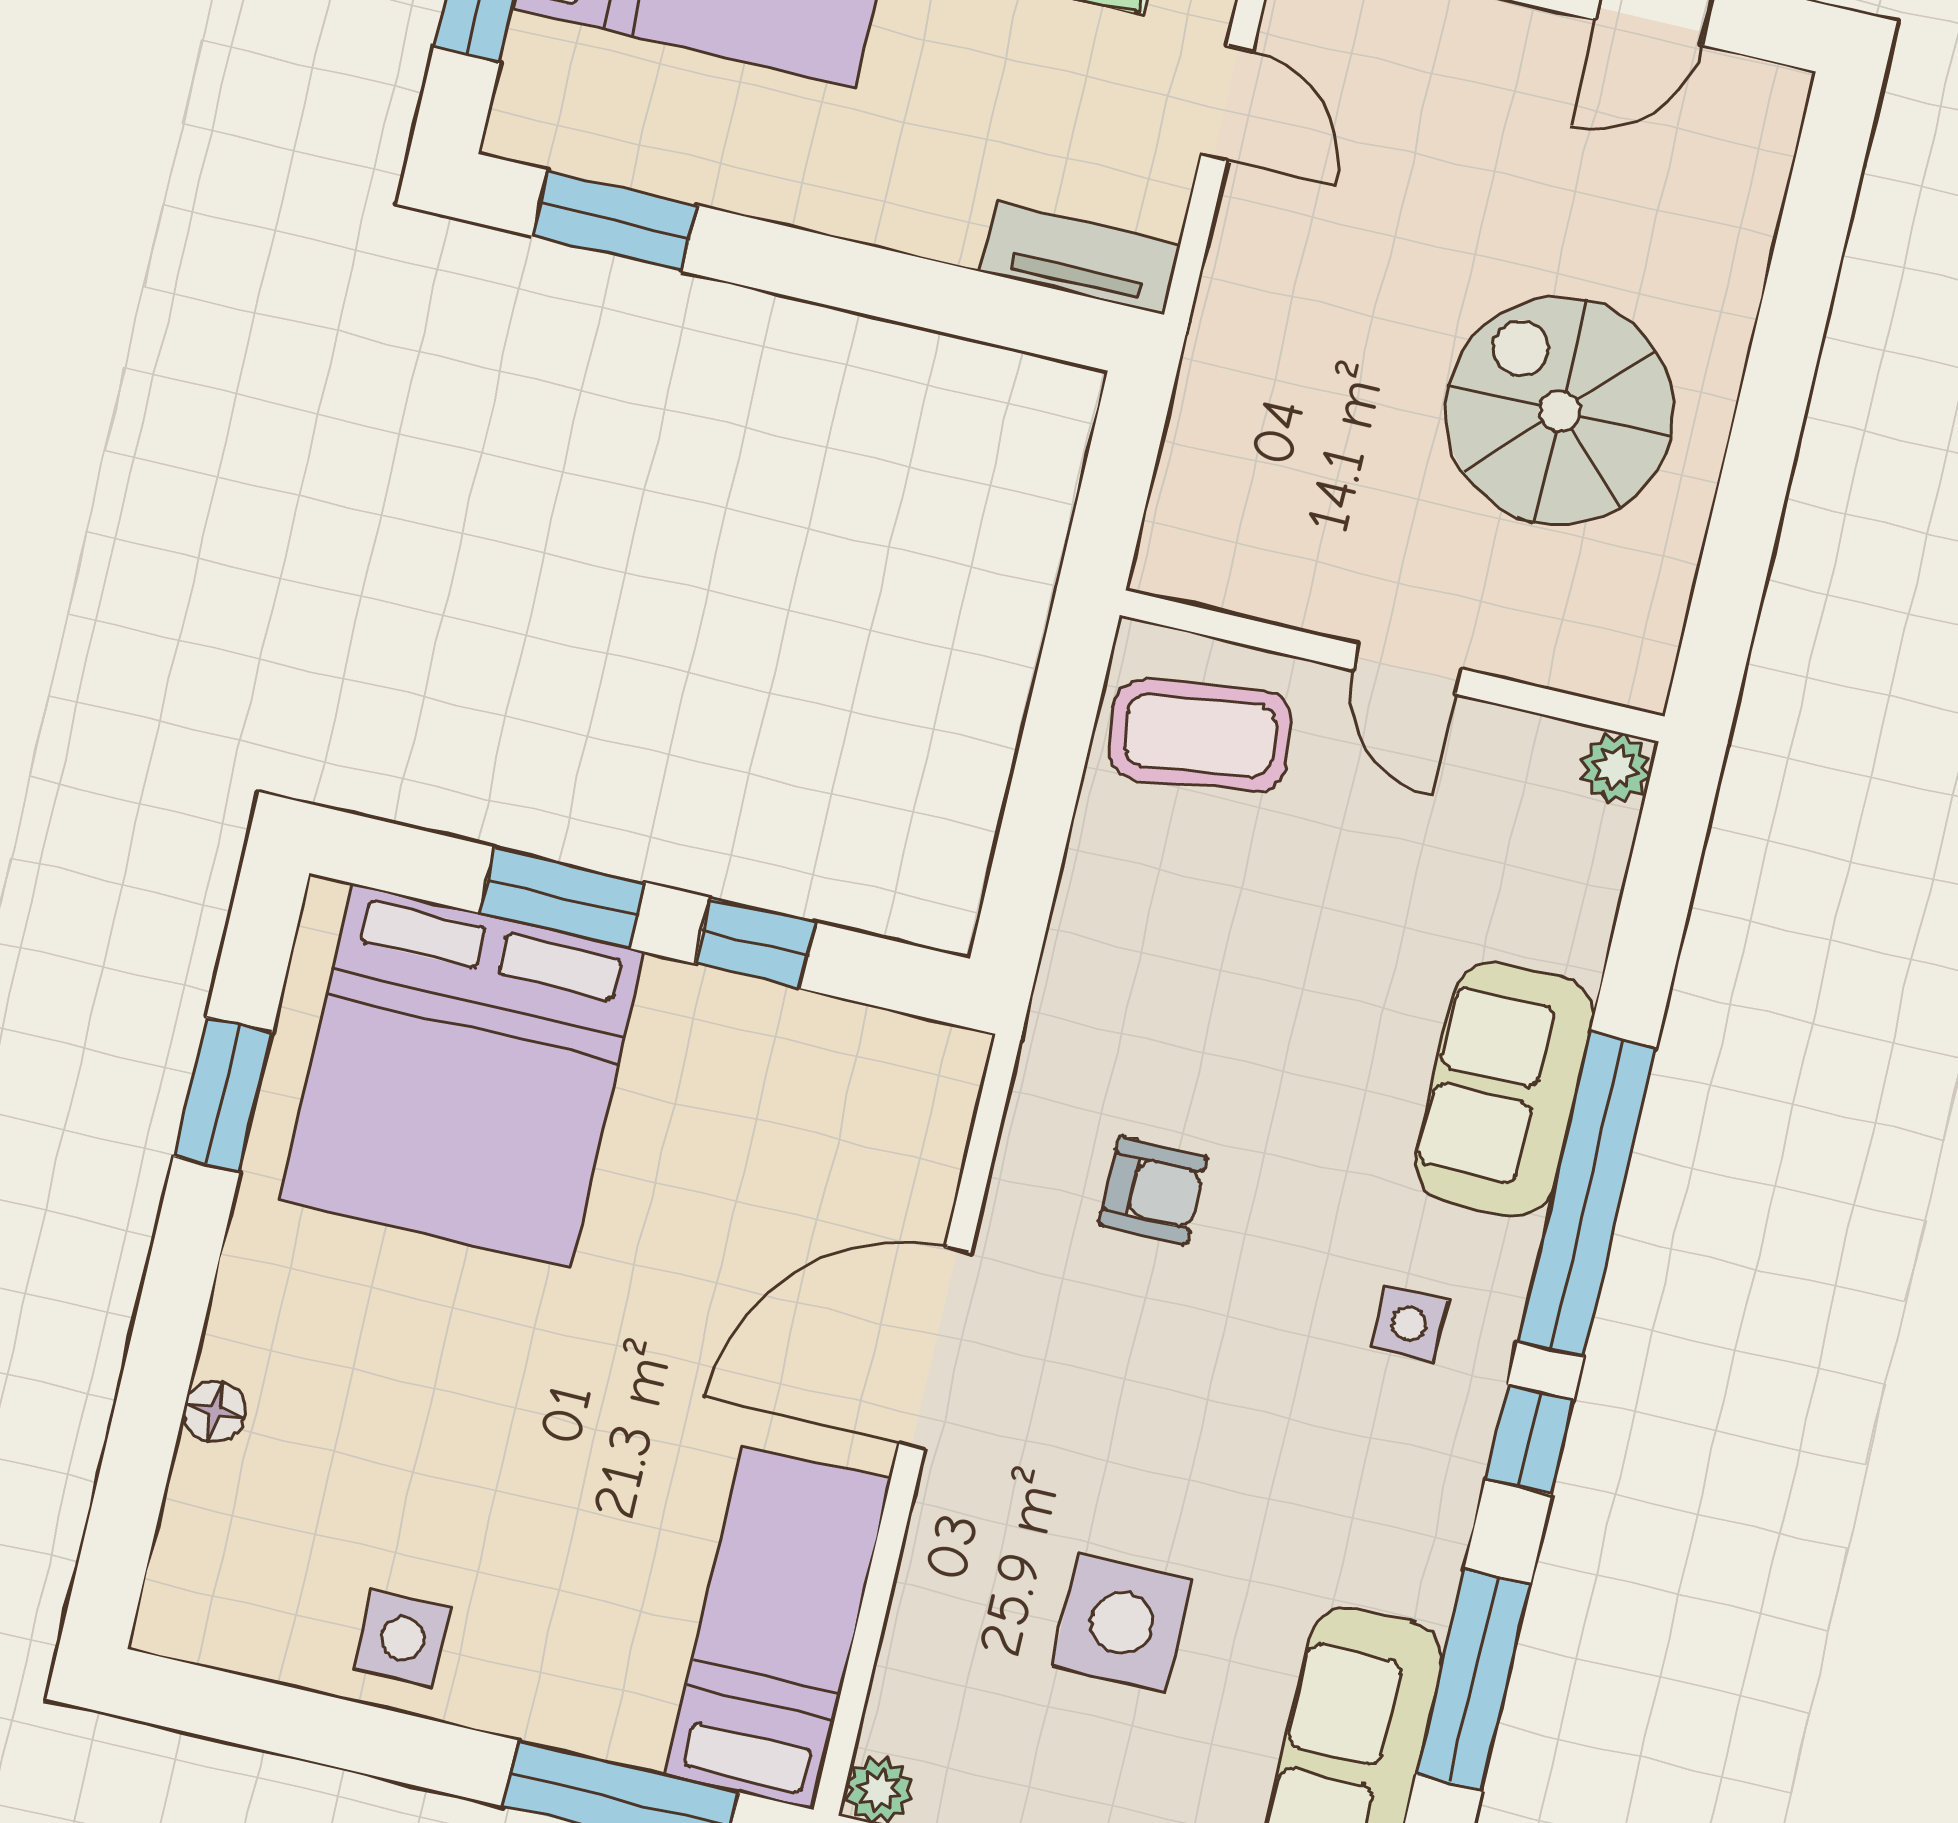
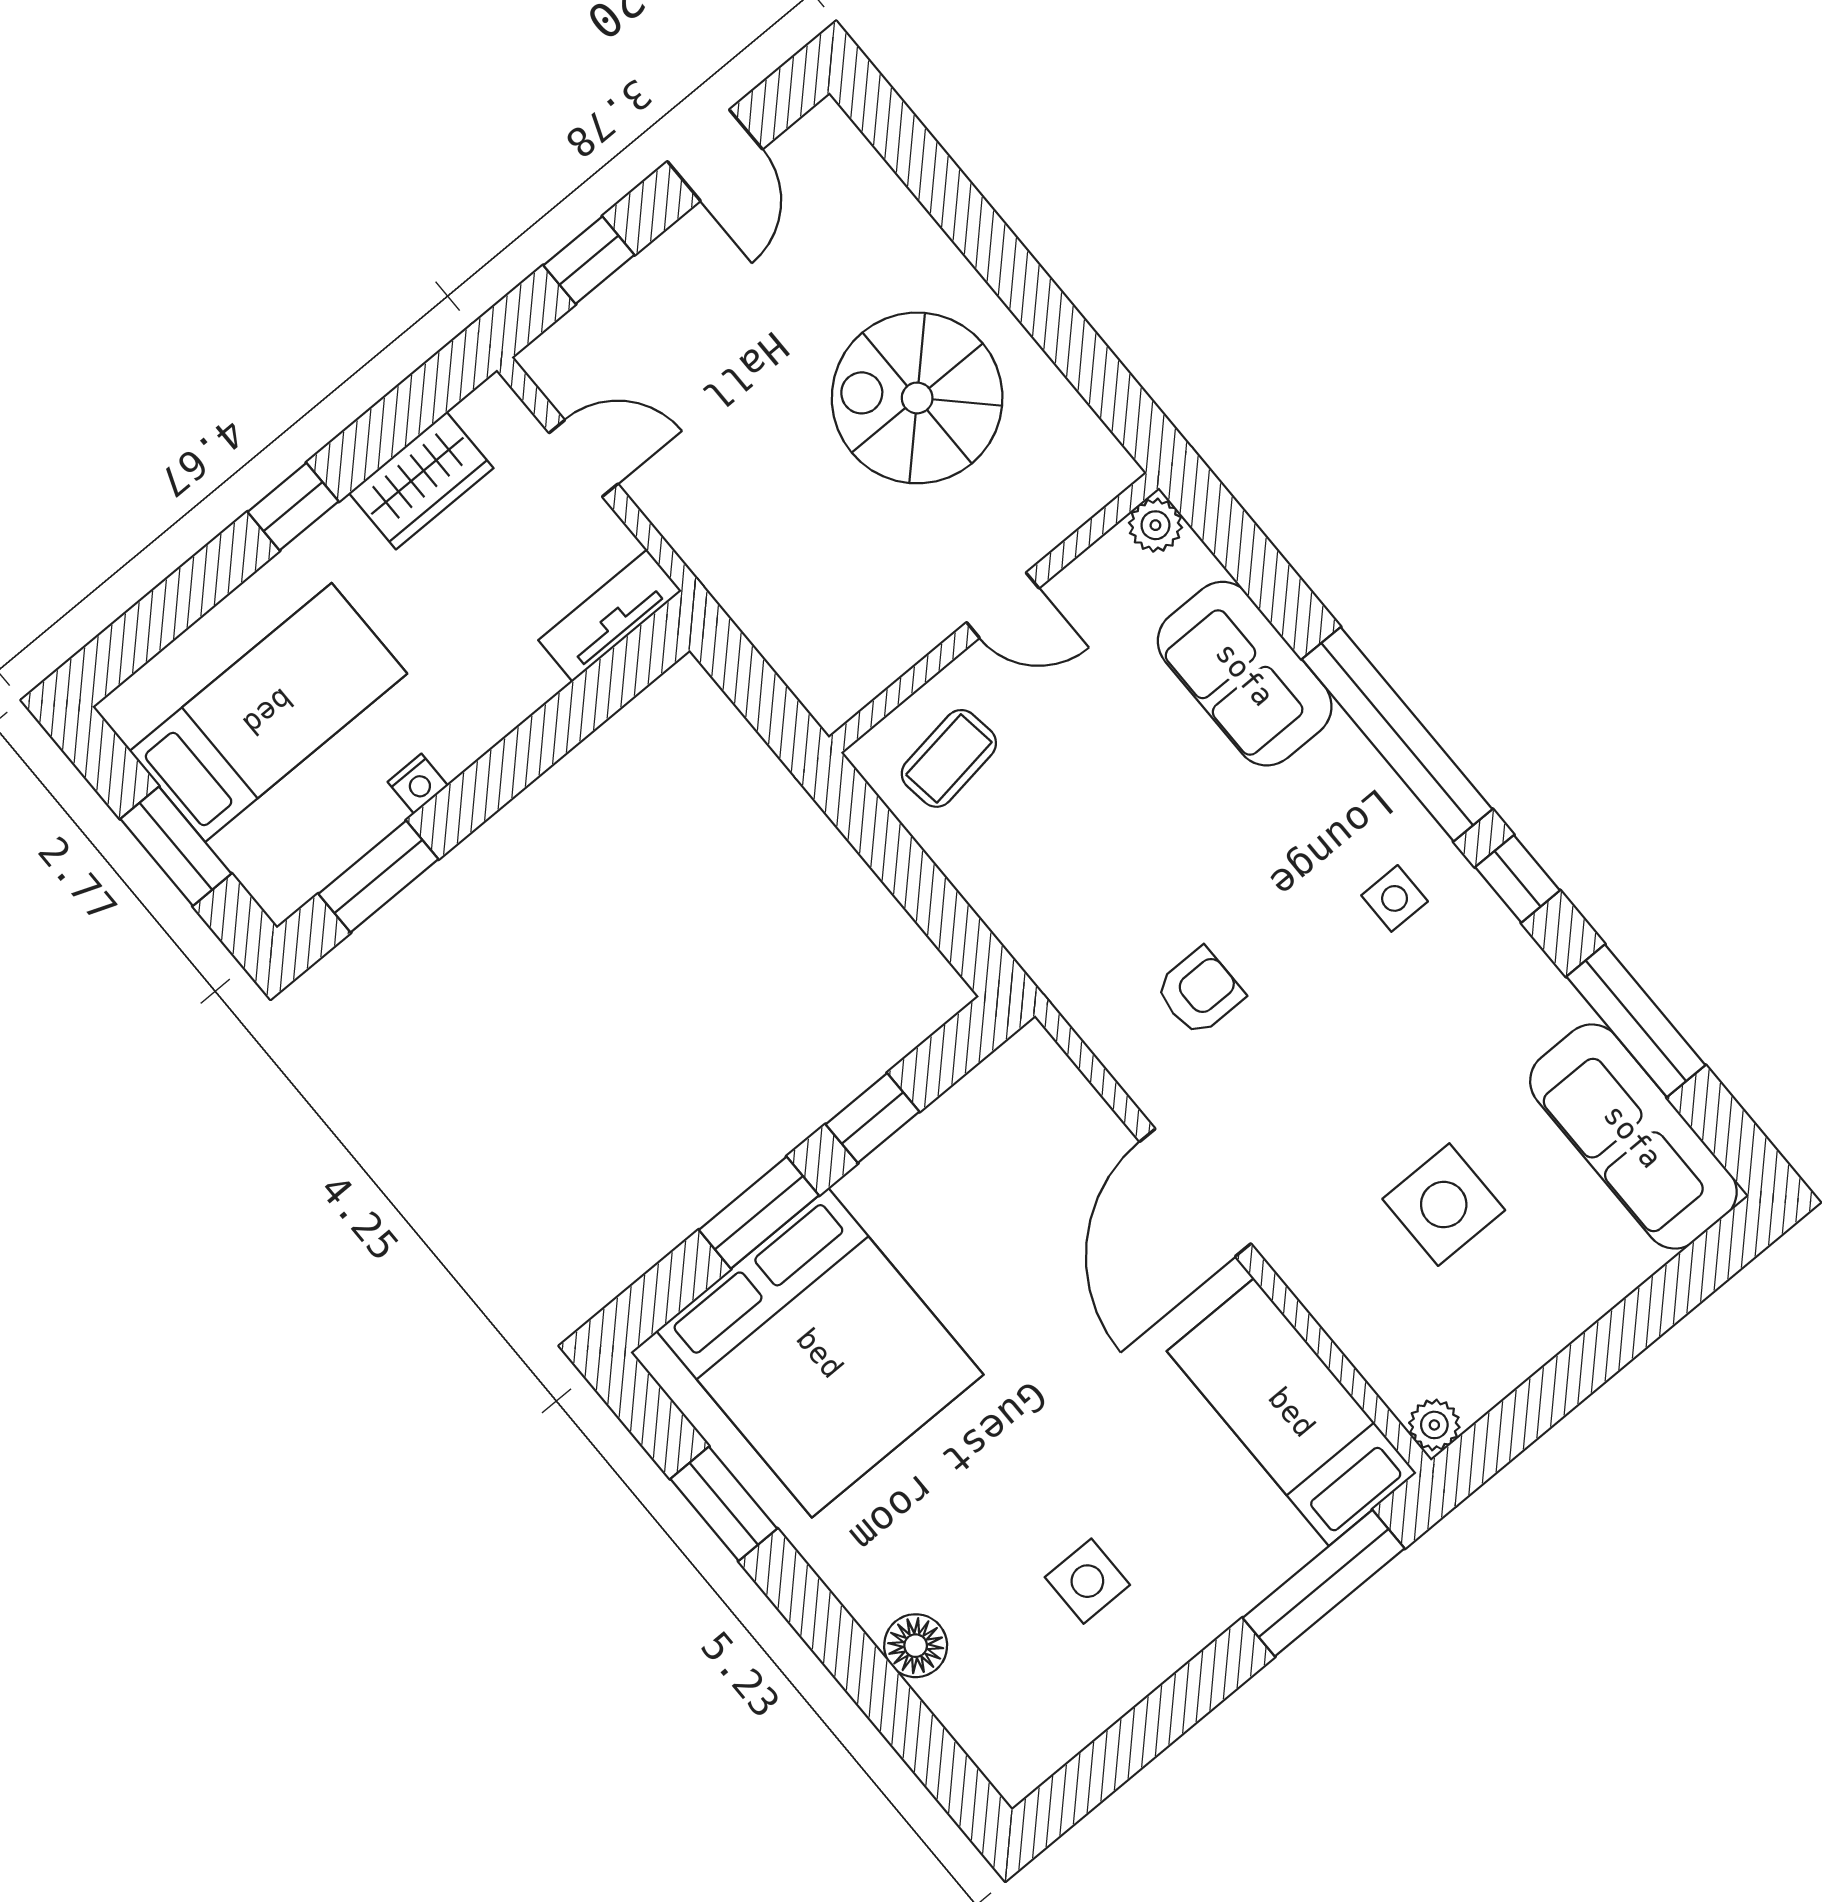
nightstand: (746, 188) -> (418, 784), added
coffee table: (1200, 735) -> (949, 758), width x0.73, depth x0.77
sofa: (1504, 1089) -> (1245, 674), moved
floor lamp: (215, 1411) -> (916, 1646), width x1.37, depth x1.37
side table: (403, 1639) -> (1087, 1581), moved

